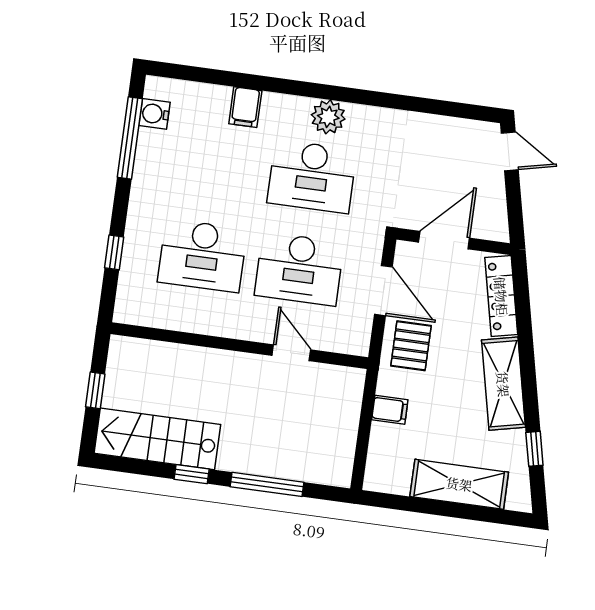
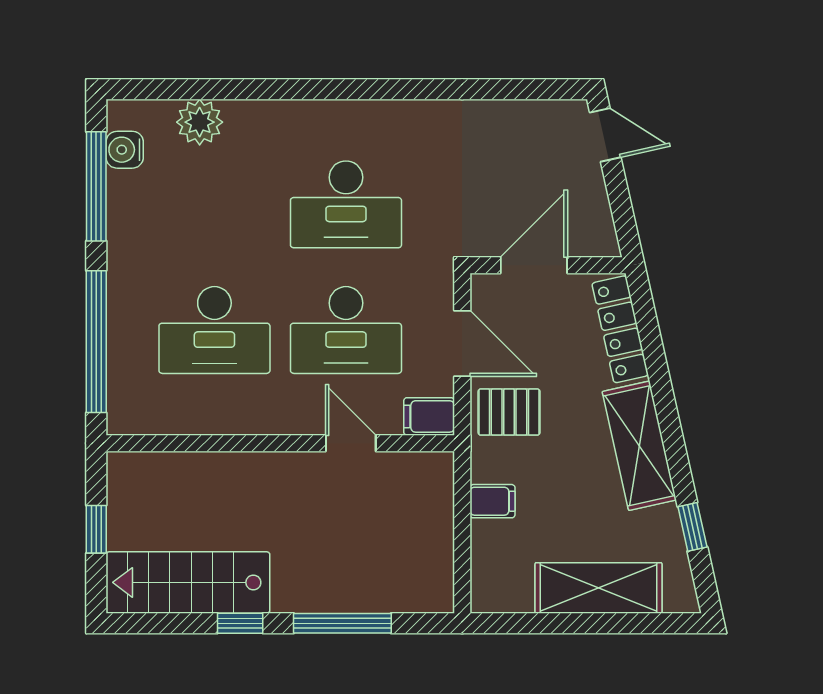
filing cabinet: (245, 107) -> (429, 416), moved, turned 90
plant: (328, 117) -> (200, 122), moved
window: (114, 252) -> (96, 342), width x3.17
pallet: (411, 346) -> (509, 412), turned 90

